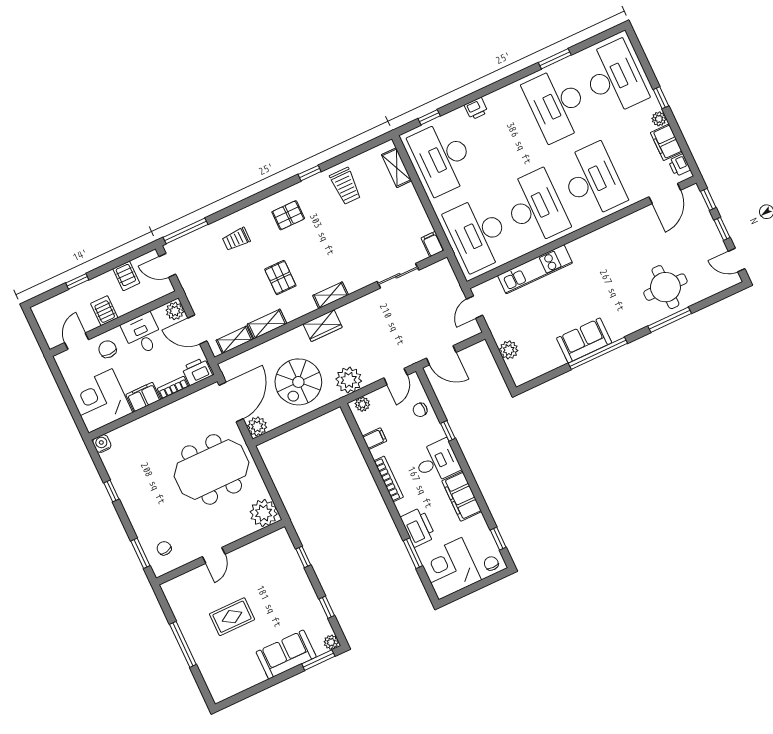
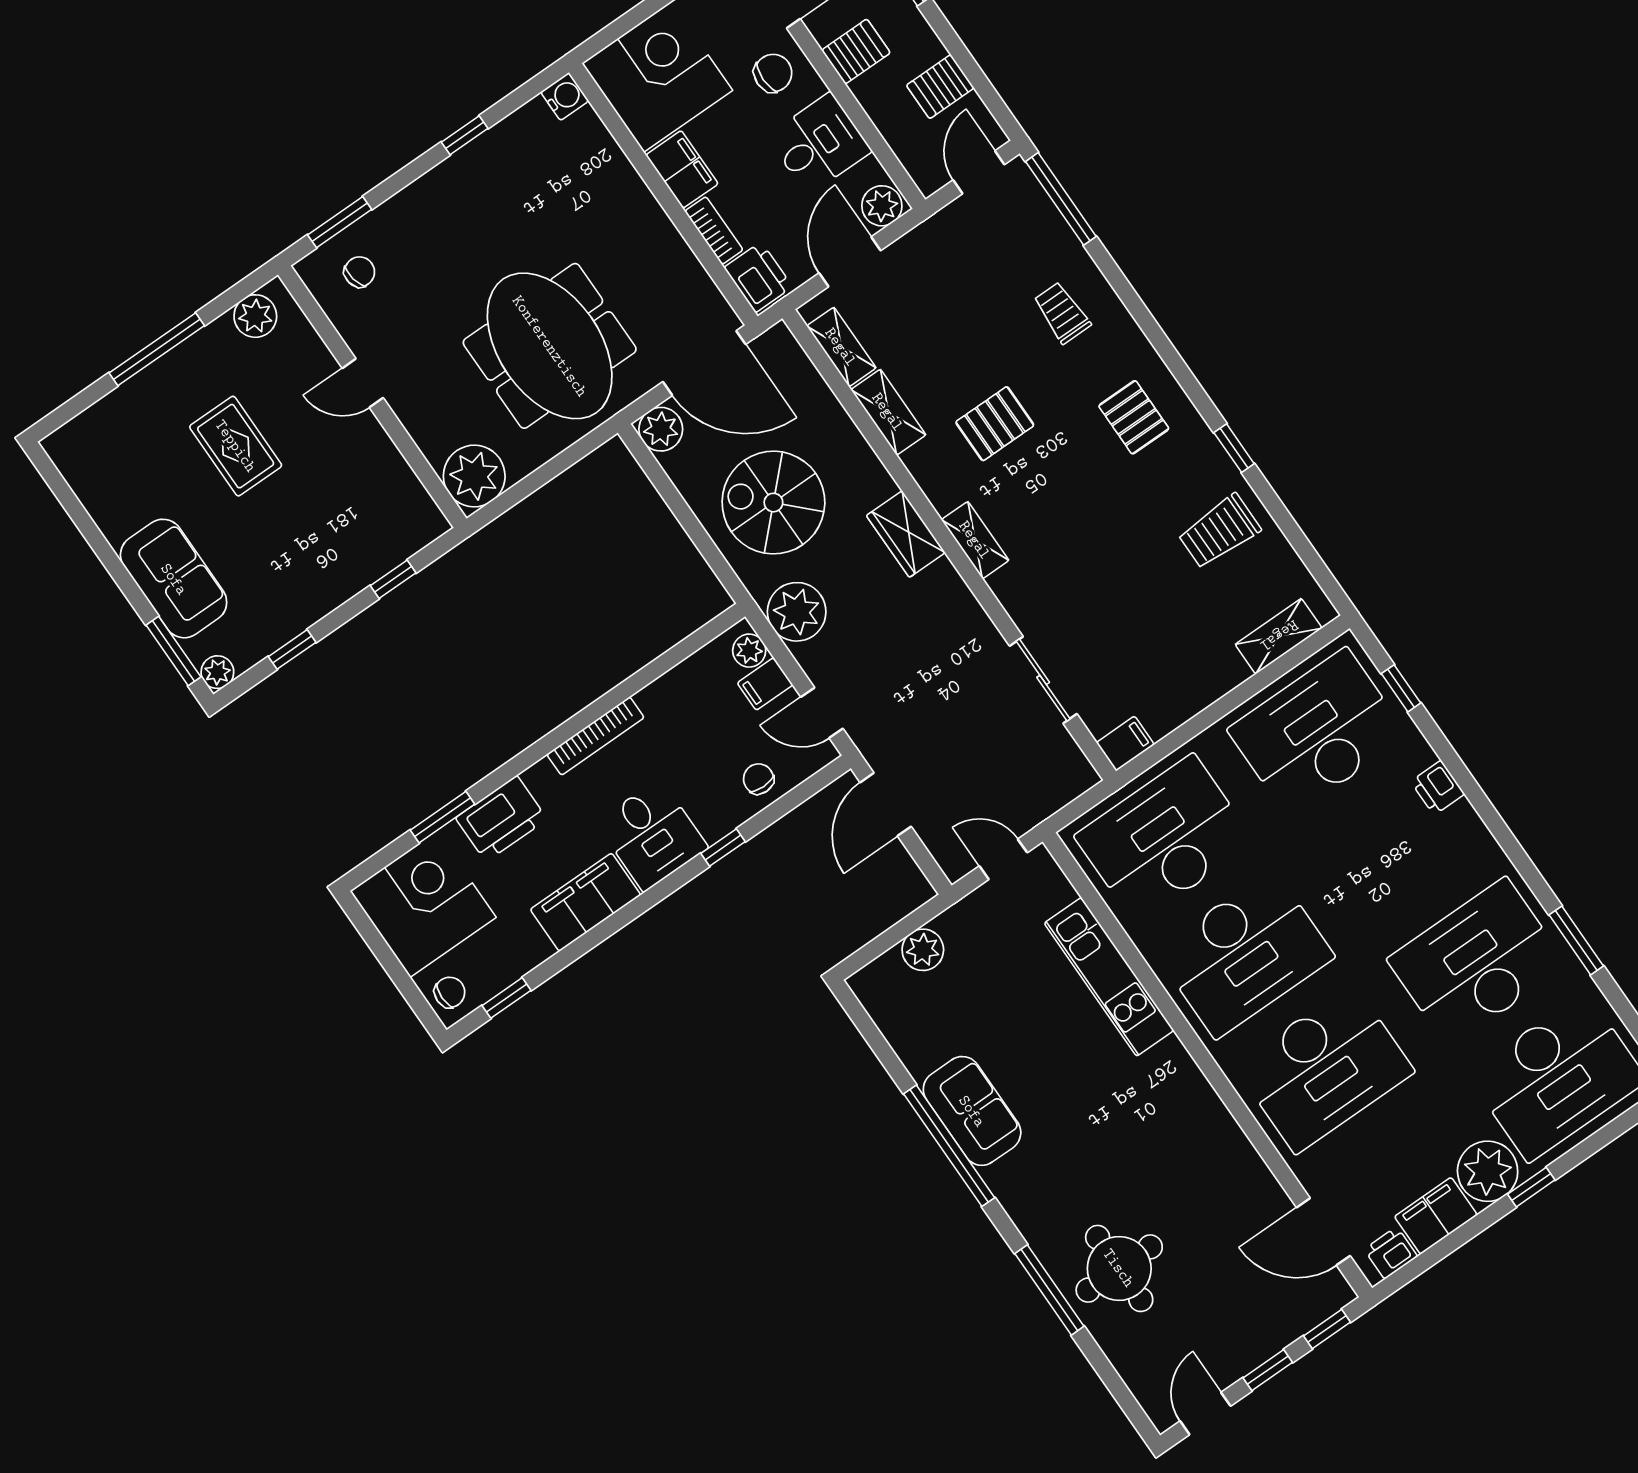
plant: (659, 119) -> (1488, 1171), width x1.87, depth x1.87
filing cabinet: (374, 439) -> (765, 684), moved, turned 90
plant: (176, 598) -> (255, 316), added

